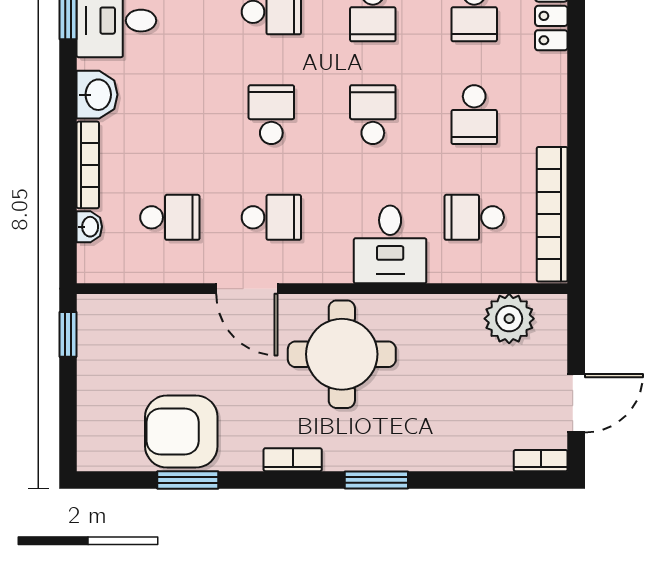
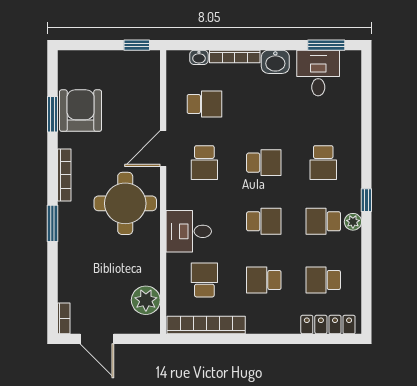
school desk: (170, 217) -> (204, 104), turned -90
bookcase: (293, 460) -> (64, 175), width x1.56

